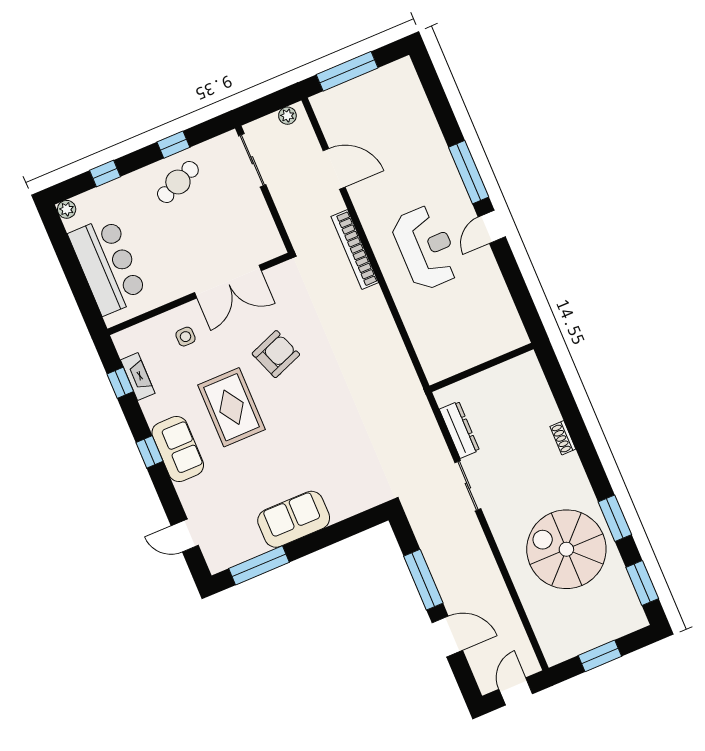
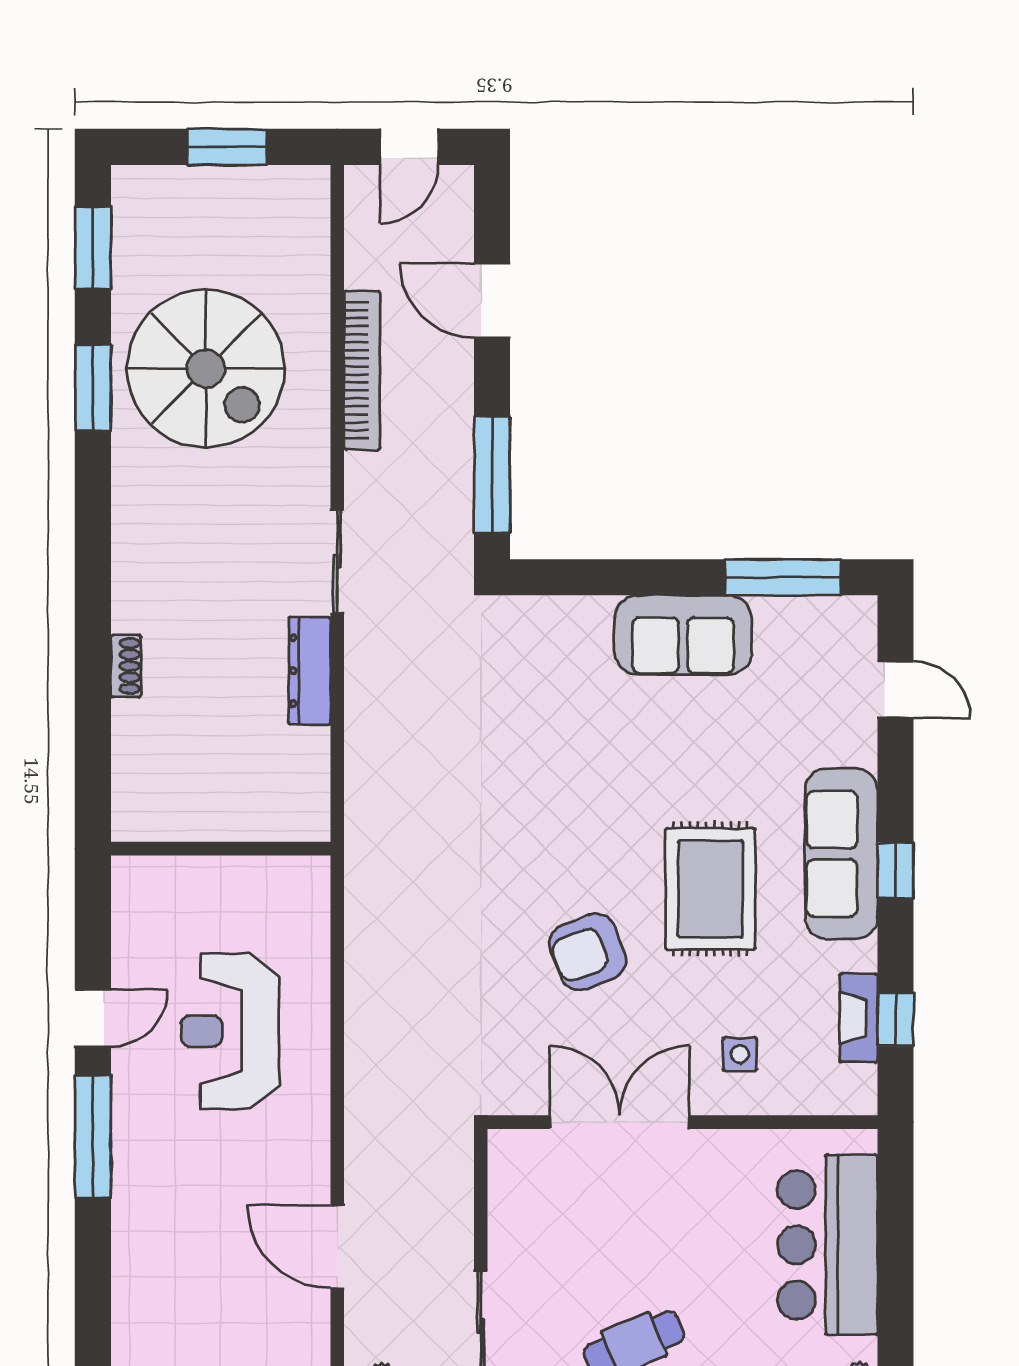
bookcase: (355, 249) -> (362, 370), moved
wall: (482, 367) -> (221, 849), moved
shoe rack: (563, 438) -> (126, 666), moved
sofa: (178, 449) -> (841, 854), width x1.36
window: (423, 580) -> (492, 475), moved

